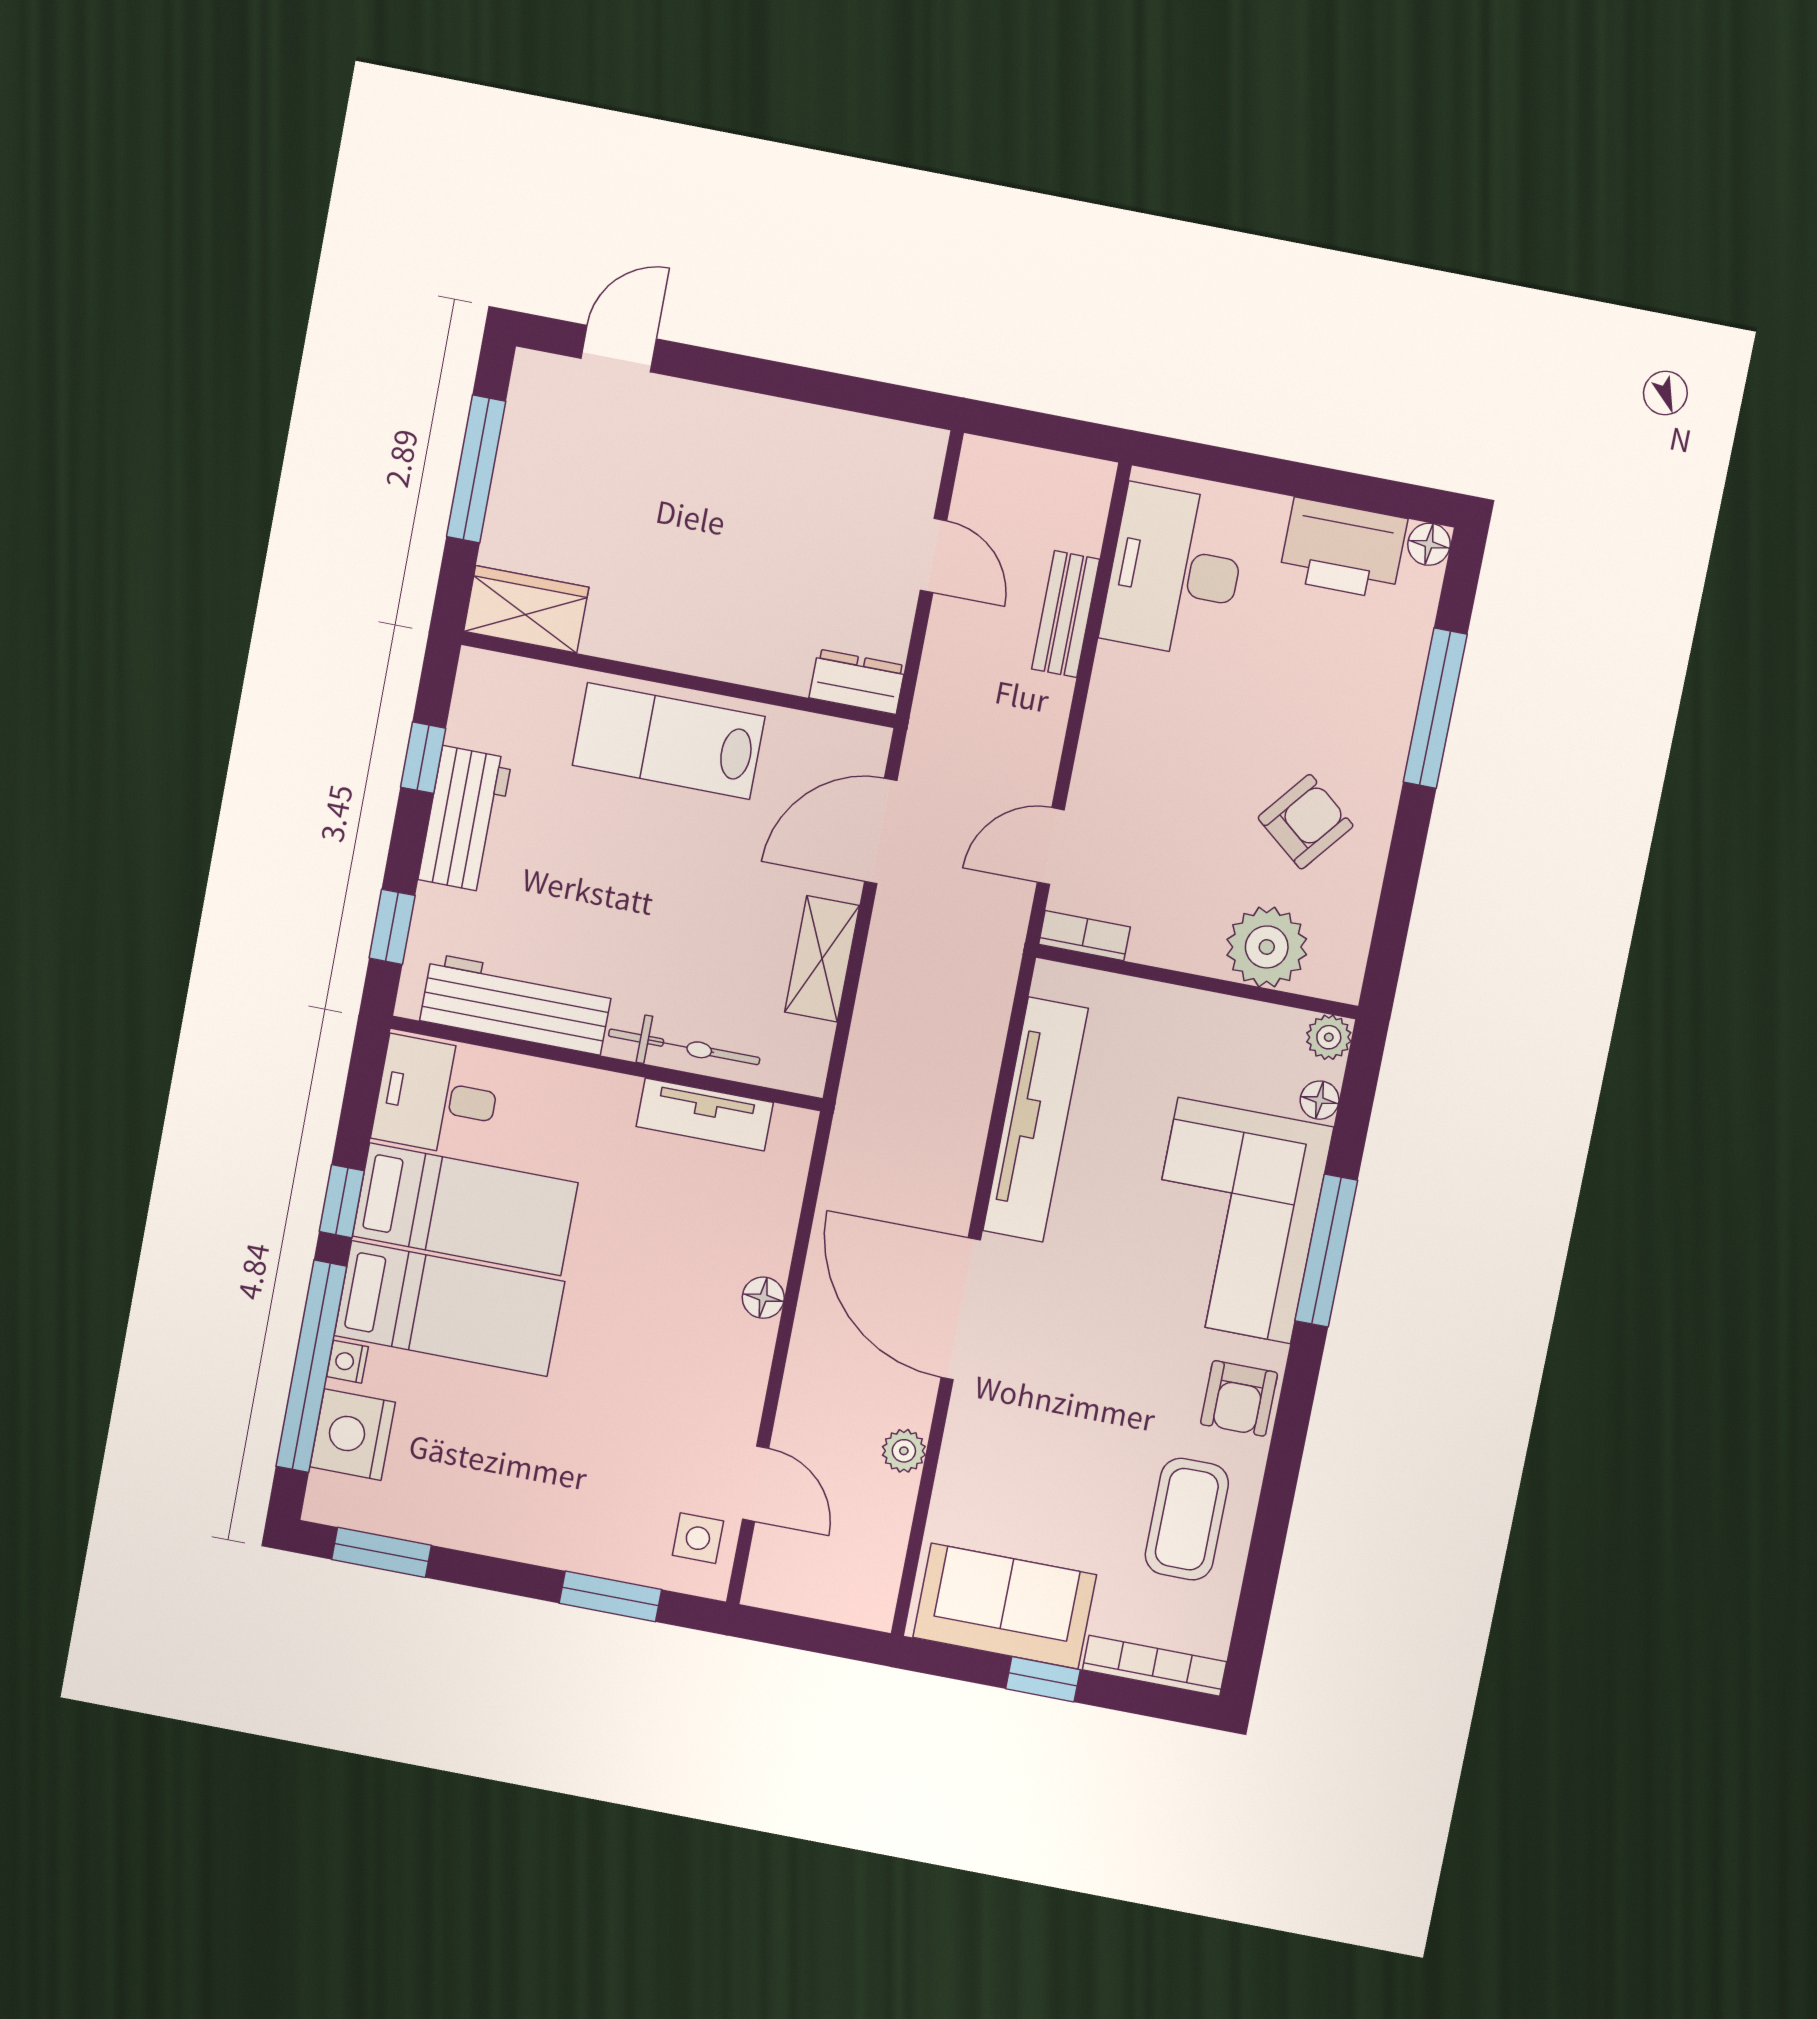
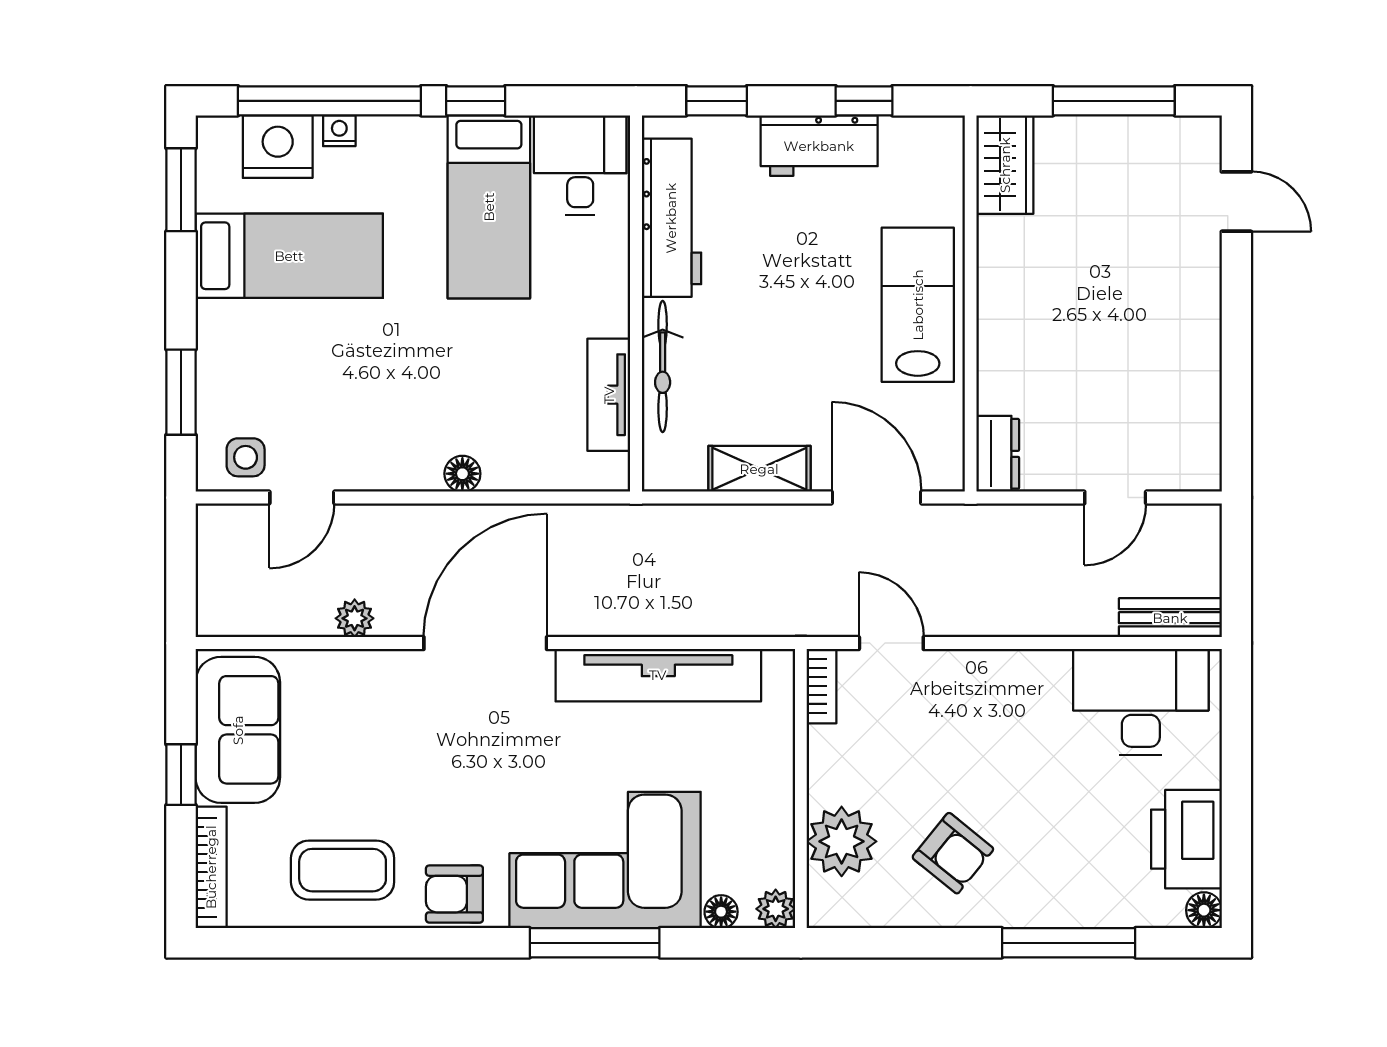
bench: (1066, 614) -> (1170, 618), moved
bed: (449, 1309) -> (289, 256), moved, turned -90

